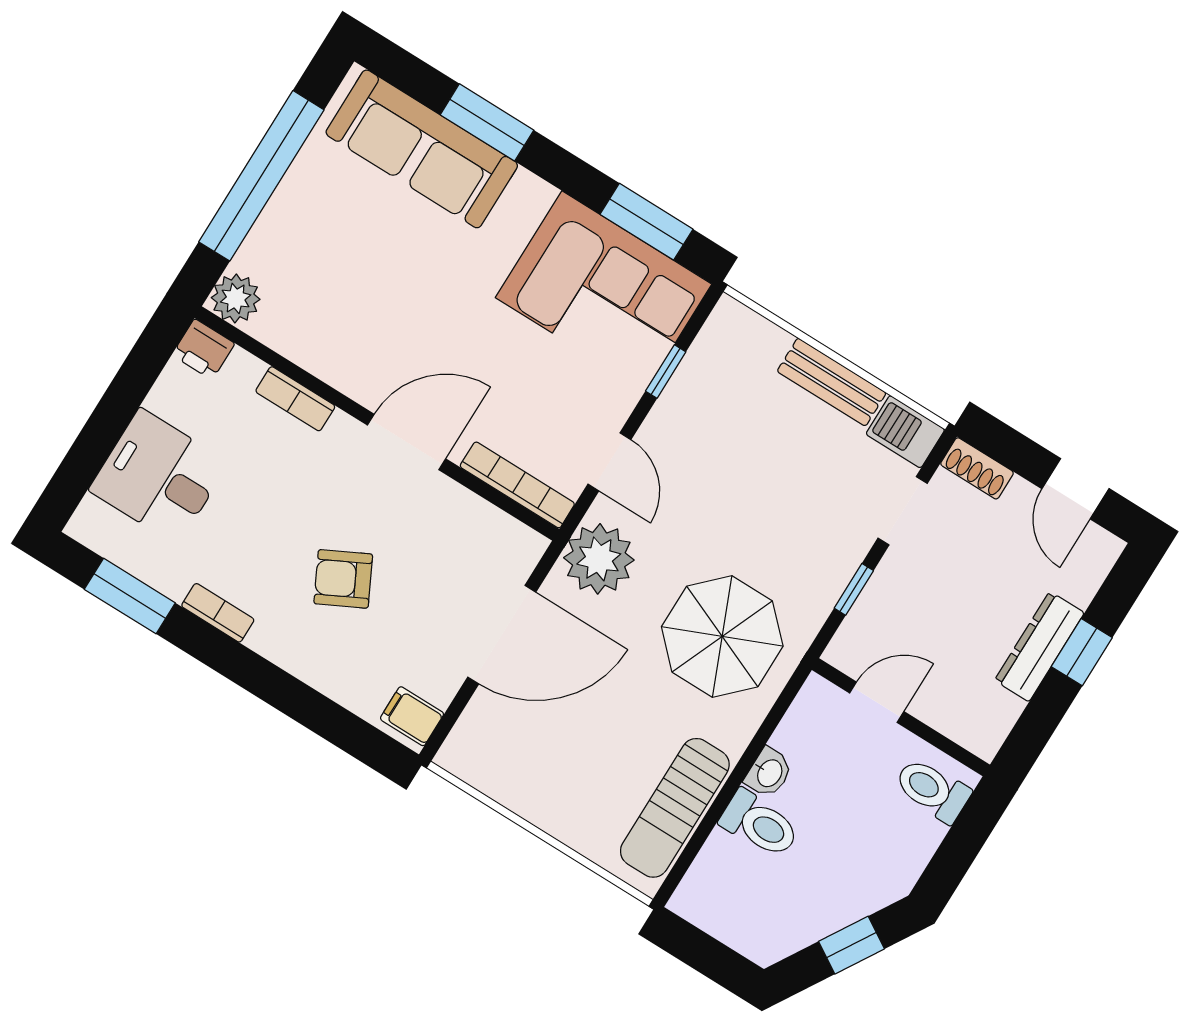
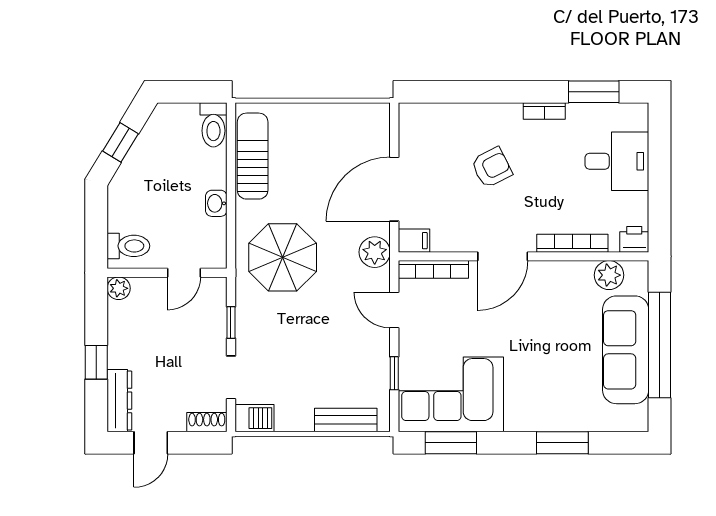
sofa: (422, 149) -> (626, 350), moved, turned -90
plant: (236, 298) -> (609, 275), moved
bench: (832, 382) -> (346, 420), moved
bookcase: (295, 399) -> (572, 243), width x1.56
door: (1075, 489) -> (151, 443), swing flipped
plant: (599, 559) -> (375, 252), width x0.73, depth x0.73
dresser: (1039, 647) -> (119, 401), moved
filing cabinet: (412, 716) -> (414, 241), moved
plant: (984, 738) -> (119, 288), added
toilet: (760, 824) -> (213, 125), moved, turned -90

